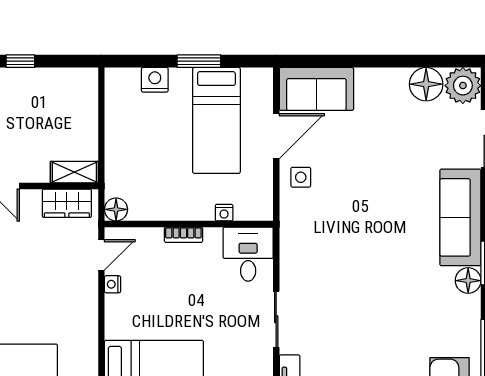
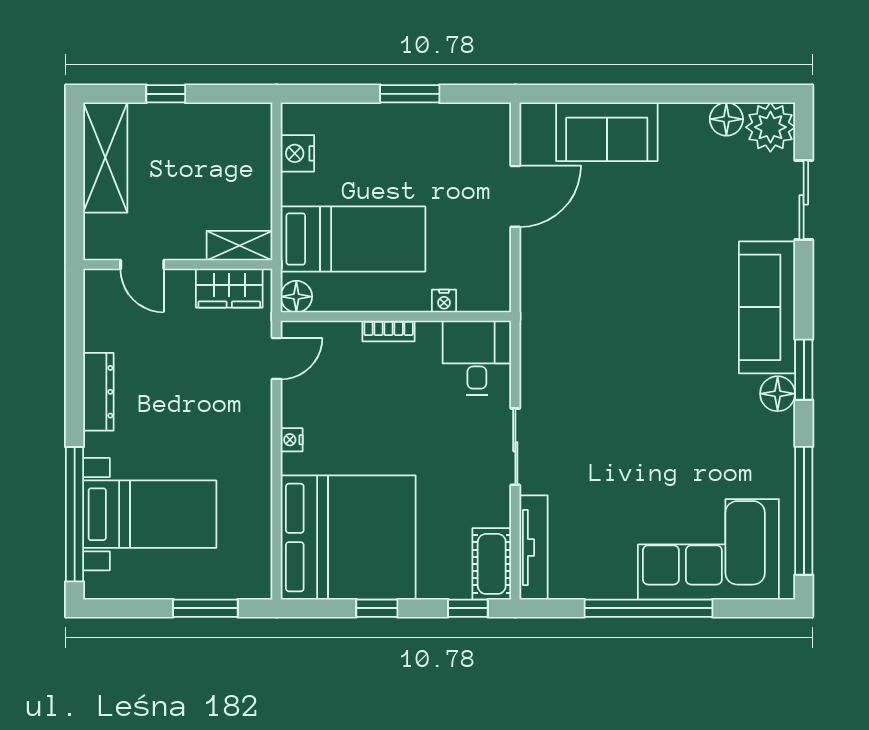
nightstand: (155, 80) -> (297, 153), moved, turned -90
floor lamp: (426, 84) -> (726, 119), width x0.73, depth x0.73
sofa: (316, 89) -> (607, 132), moved
bed: (216, 120) -> (353, 239), moved, turned -90
side table: (301, 177) -> (549, 252), removed
nightstand: (113, 284) -> (292, 440), moved

